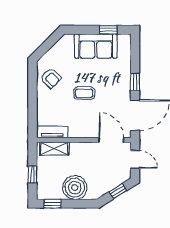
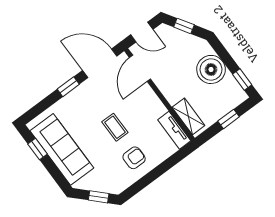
sofa: (96, 46) -> (62, 149), width x1.36
window: (45, 47) -> (99, 197), added
armchair: (51, 78) -> (134, 158), moved, turned 45
door: (135, 159) -> (142, 32), swing flipped

